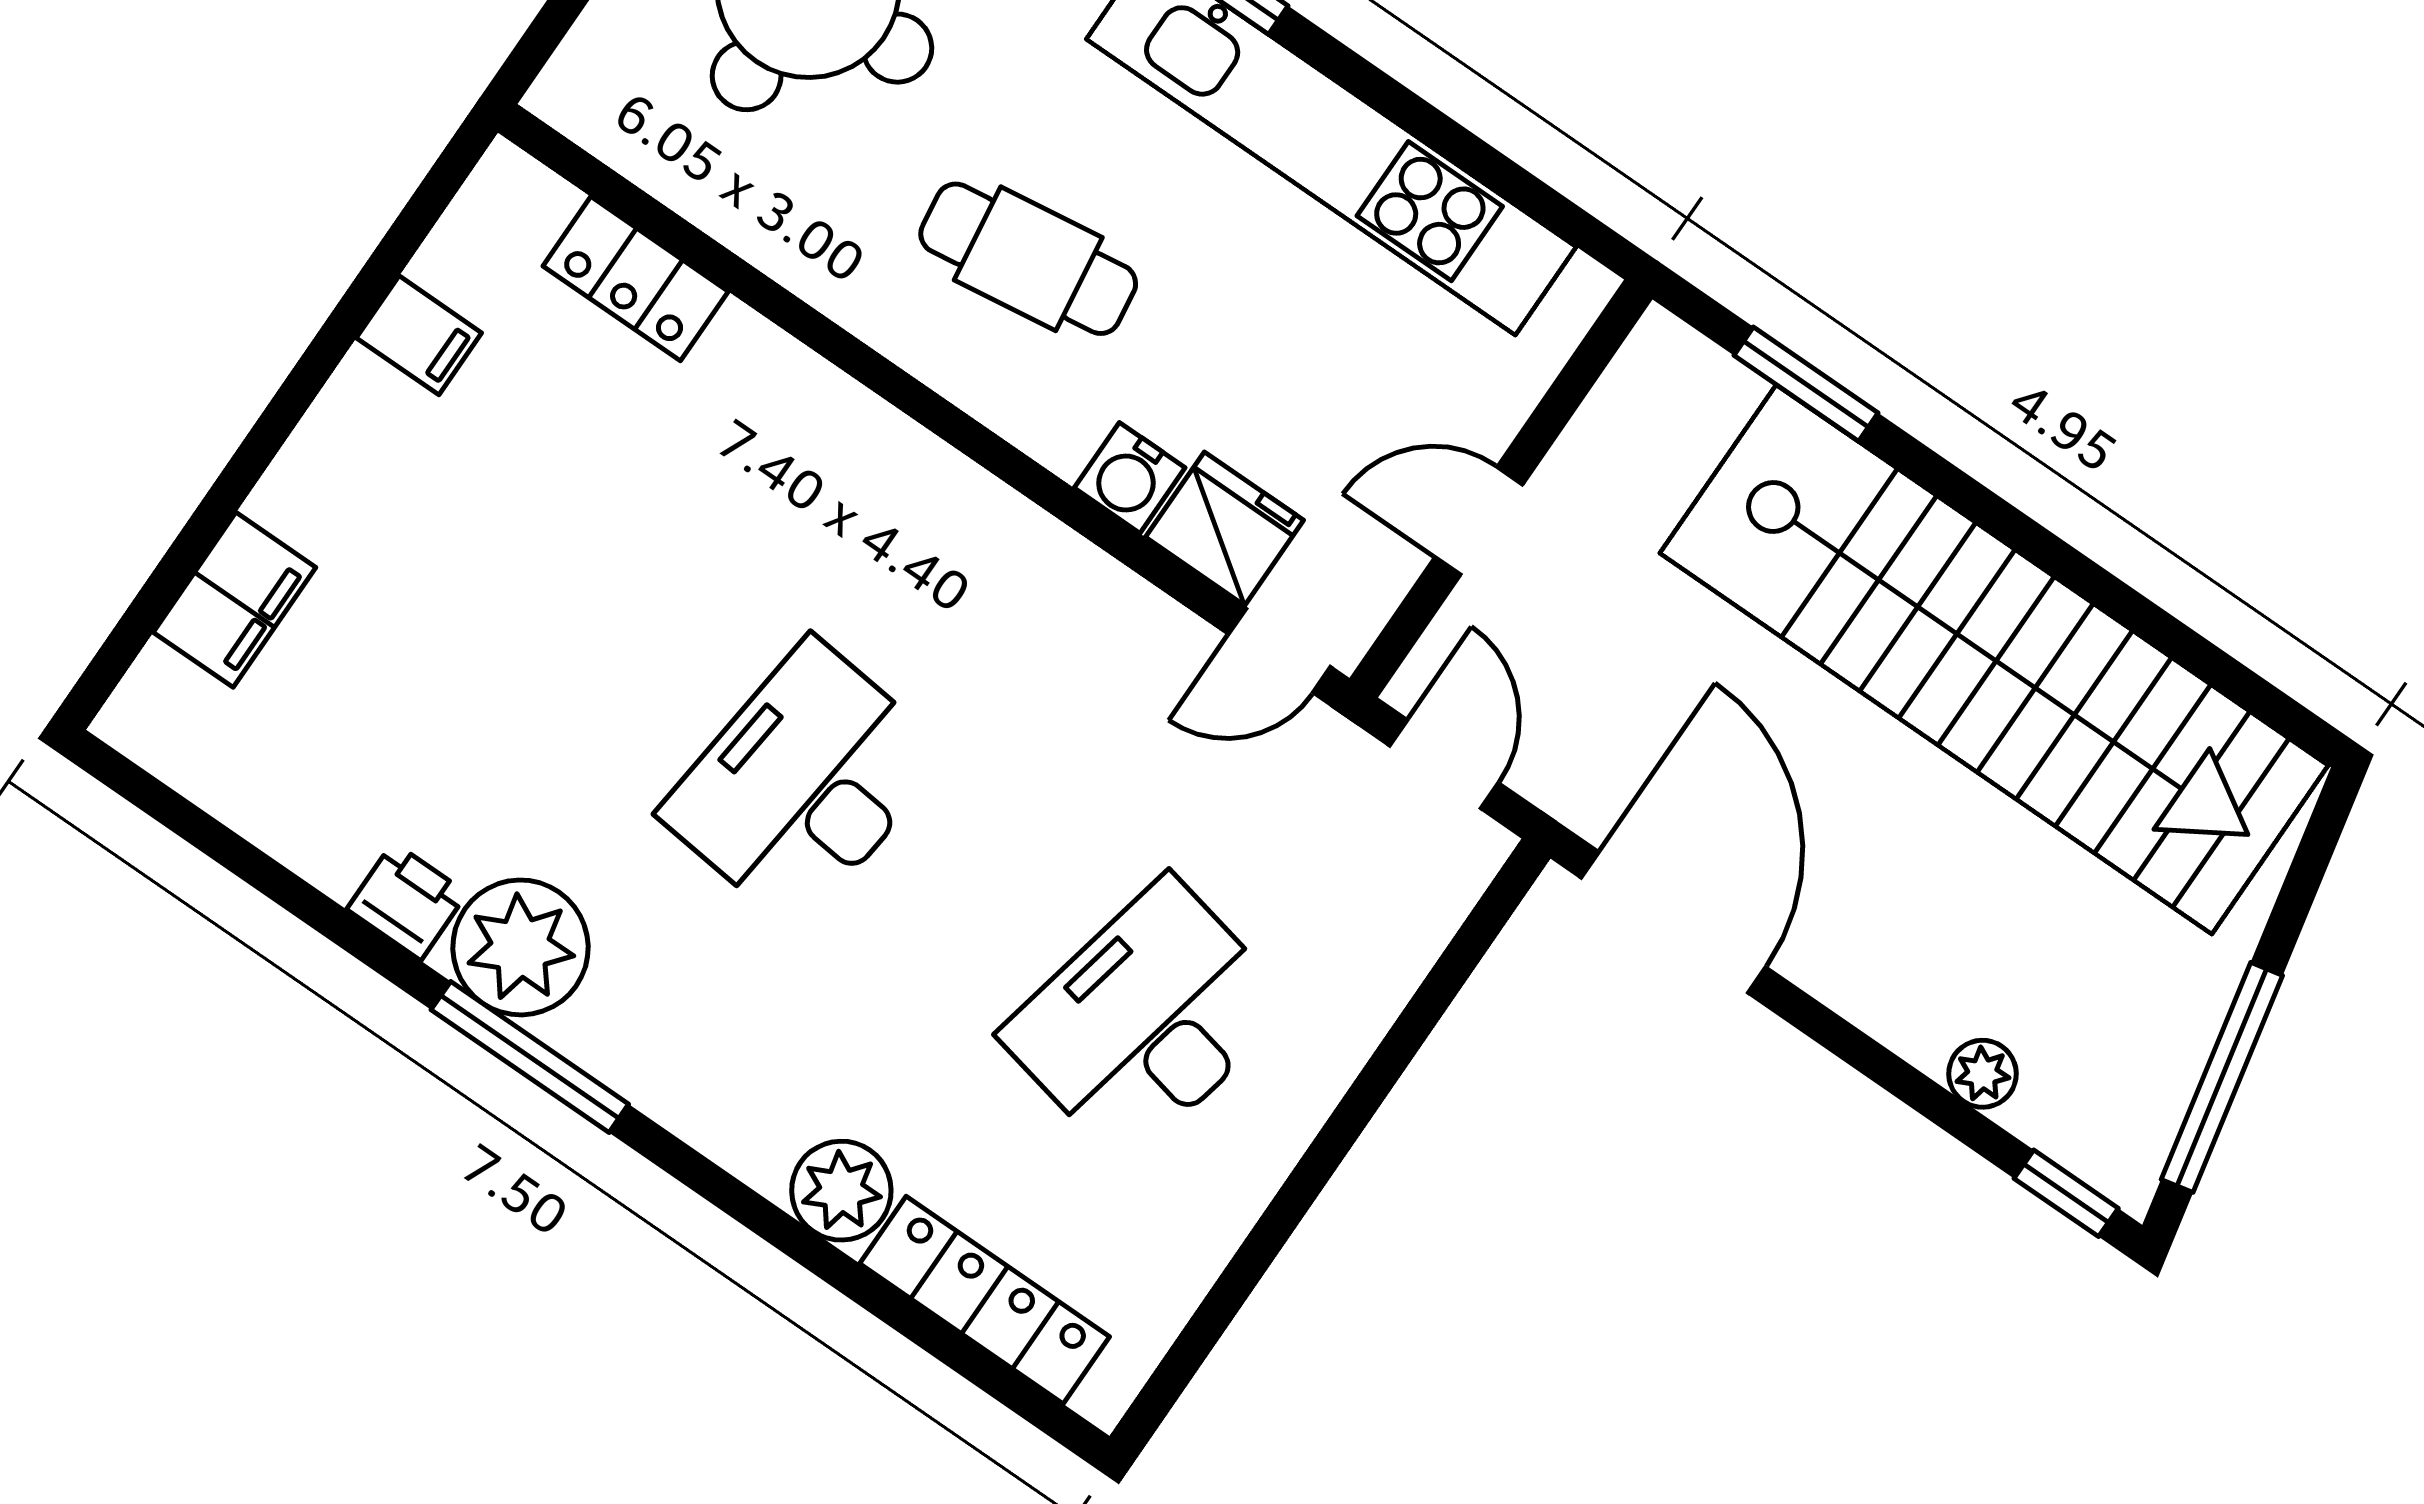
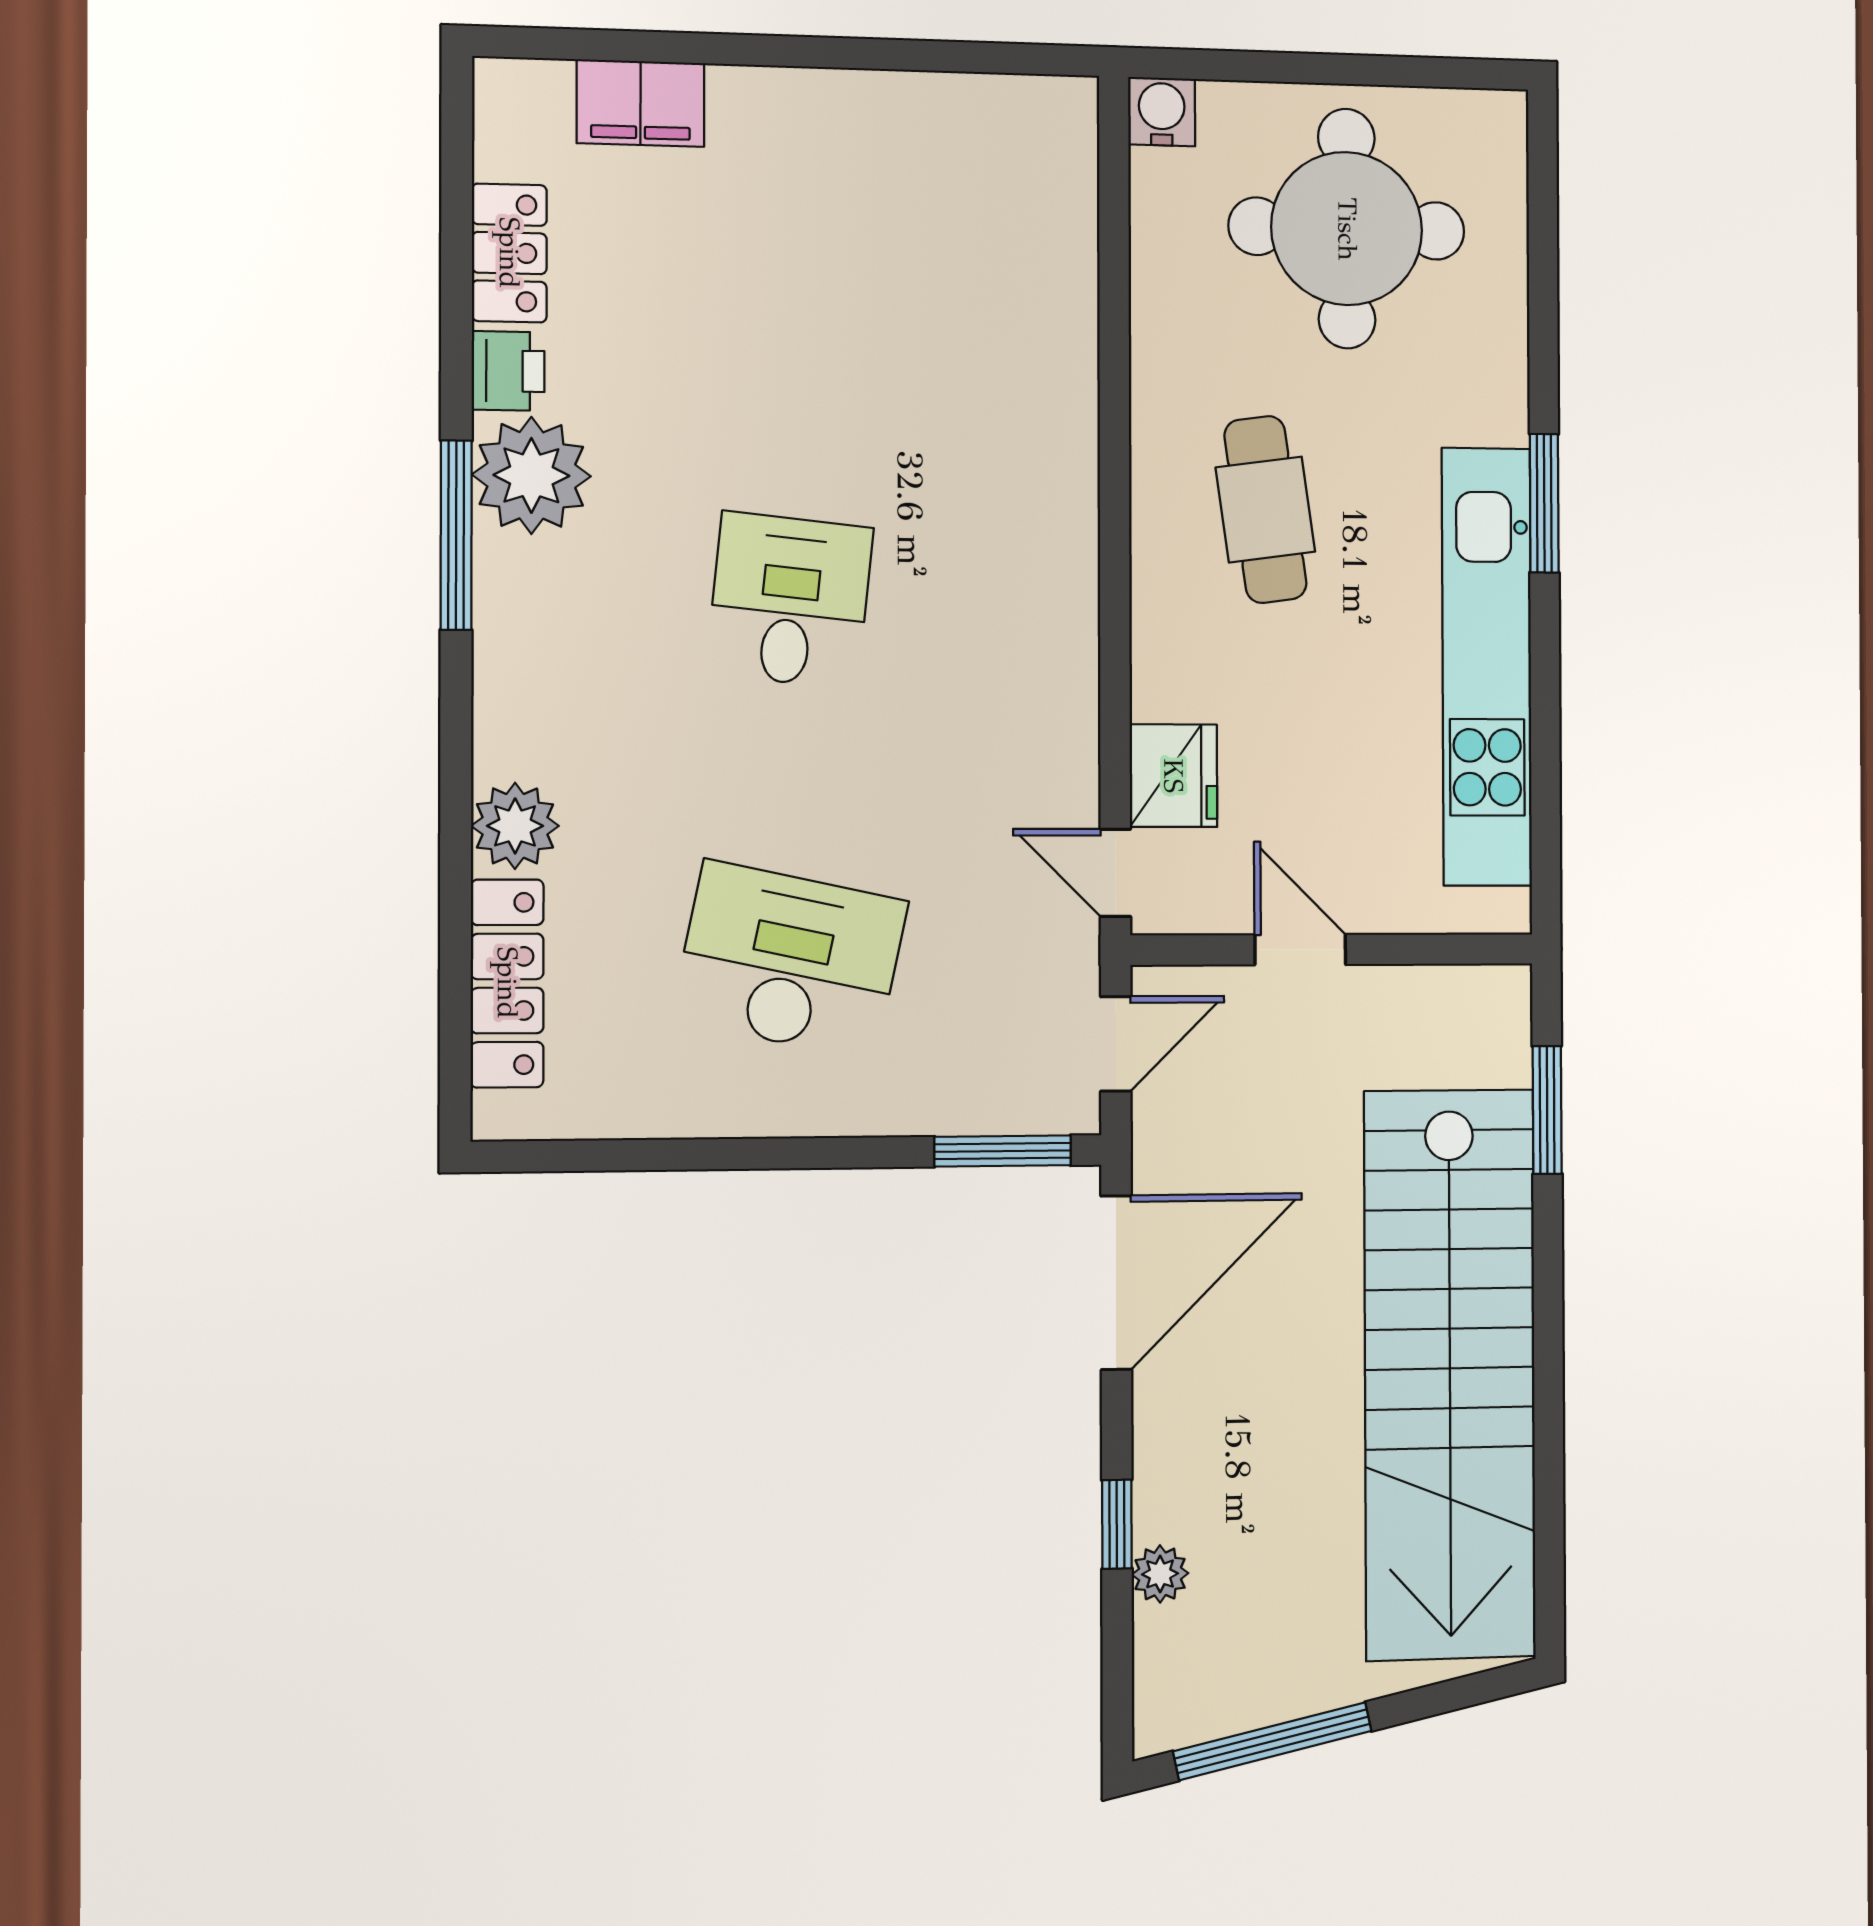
locker: (636, 279) -> (509, 253), moved, turned 180
filing cabinet: (419, 335) -> (919, 113), removed
water cooler: (1130, 478) -> (1162, 112), moved, turned 90
desk: (804, 784) -> (790, 600), width x0.73
window: (1470, 944) -> (1003, 1151), added
window: (2066, 1193) -> (1117, 1524), moved

